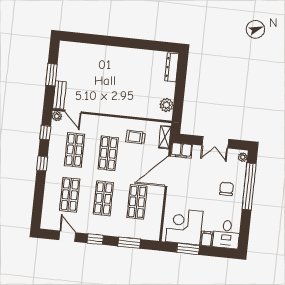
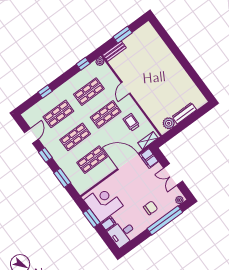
dresser: (172, 67) -> (184, 113), moved
door: (73, 112) -> (126, 88), moved
window: (42, 163) -> (45, 92), moved

